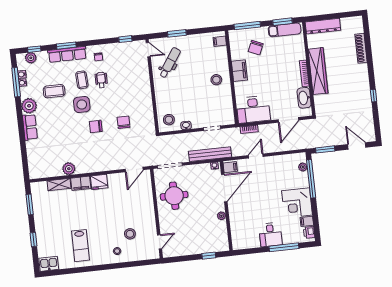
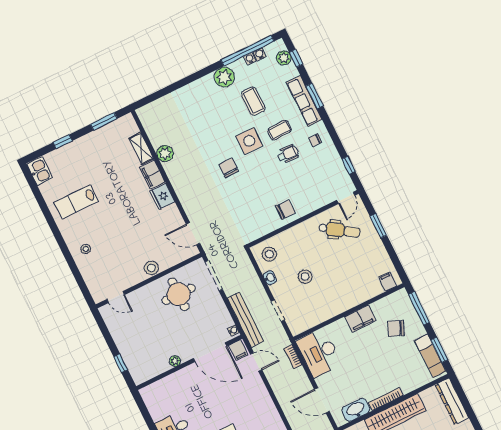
stool: (216, 80) -> (305, 277), moved
window: (16, 82) -> (248, 51), width x1.46
chair: (123, 122) -> (285, 209), moved
row of seats: (30, 127) -> (199, 88), removed
door: (256, 156) -> (256, 362), moved
stool: (130, 234) -> (151, 268), moved

